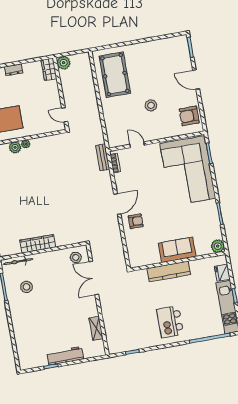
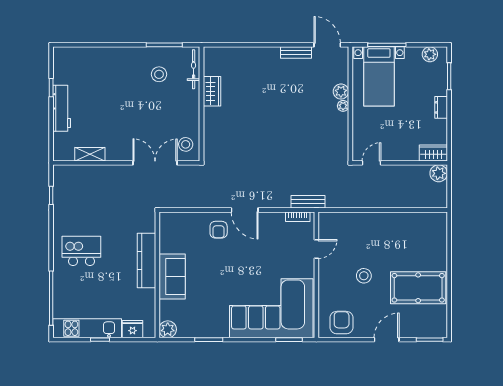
pool table: (115, 75) -> (418, 288), moved
wardrobe: (38, 244) -> (212, 91), width x0.67

